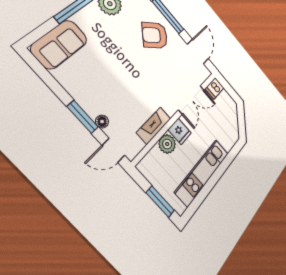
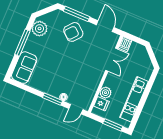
fireplace: (154, 126) -> (93, 86), removed
fridge: (180, 131) -> (101, 104), moved

